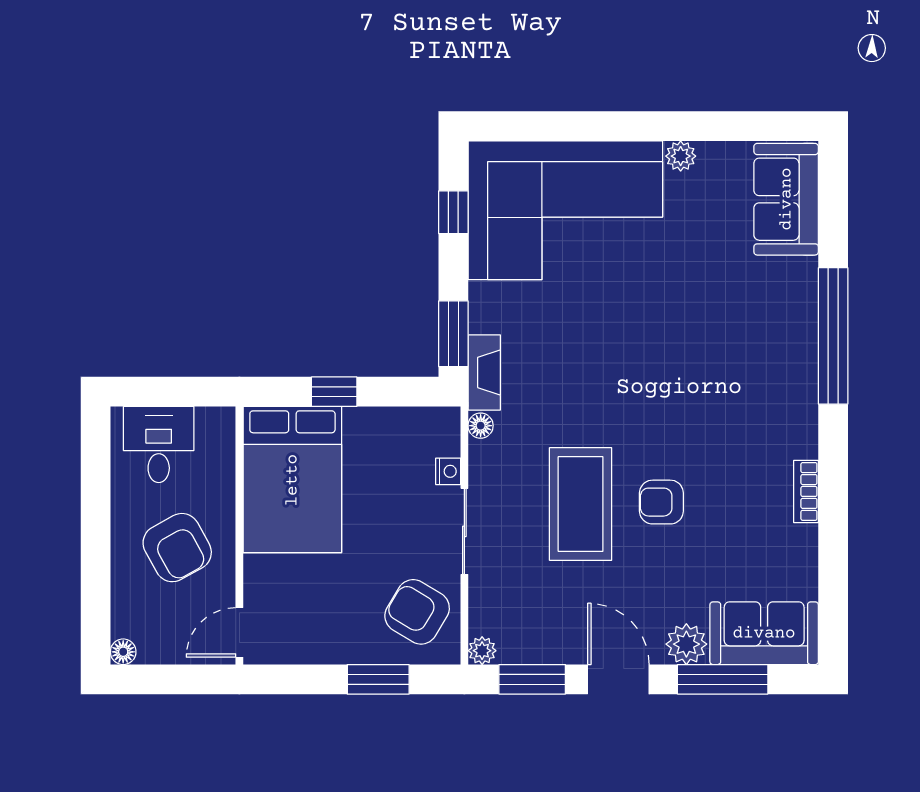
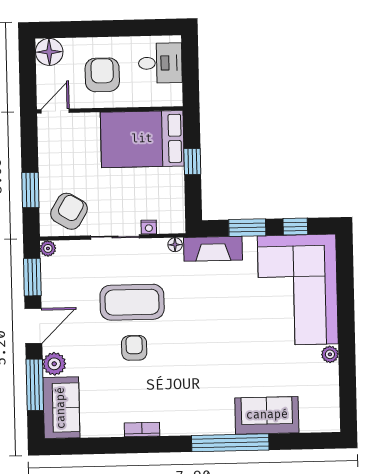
sofa: (786, 199) -> (267, 415), moved
window: (453, 334) -> (247, 228), moved
fireplace: (484, 372) -> (213, 249), width x1.37, depth x1.32
armchair: (177, 548) -> (102, 75), turned 119
door: (239, 632) -> (55, 111), hinge flipped
floor lamp: (123, 652) -> (49, 52), width x1.89, depth x1.89

